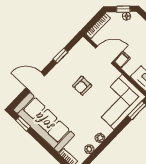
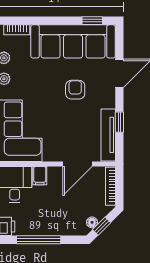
tv unit: (73, 54) -> (108, 135), added
filing cabinet: (122, 60) -> (40, 176), moved
armchair: (82, 86) -> (75, 90), moved

